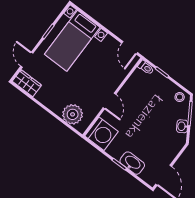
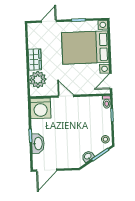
bed with nightstands: (72, 41) -> (85, 48), width x1.36
wardrobe: (27, 83) -> (35, 60), moved
door: (109, 101) -> (66, 96), swing flipped

